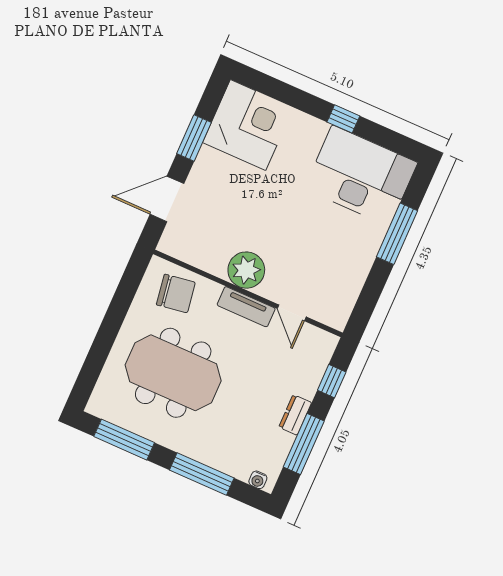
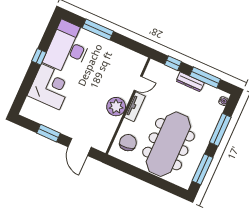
corner desk: (248, 125) -> (50, 87), moved, turned 90
meeting table: (173, 373) -> (168, 144), width x1.36
dresser: (295, 415) -> (190, 82), width x1.44

